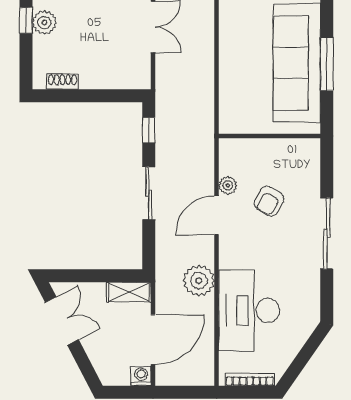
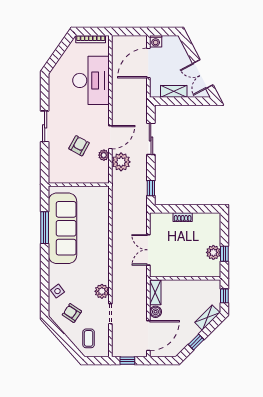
shoe rack: (62, 82) -> (183, 217), moved
sliding door: (149, 193) -> (151, 139), moved
sliding door: (327, 234) -> (45, 126), width x0.73
plant: (199, 281) -> (121, 162), moved
shelving: (129, 292) -> (174, 91), moved

